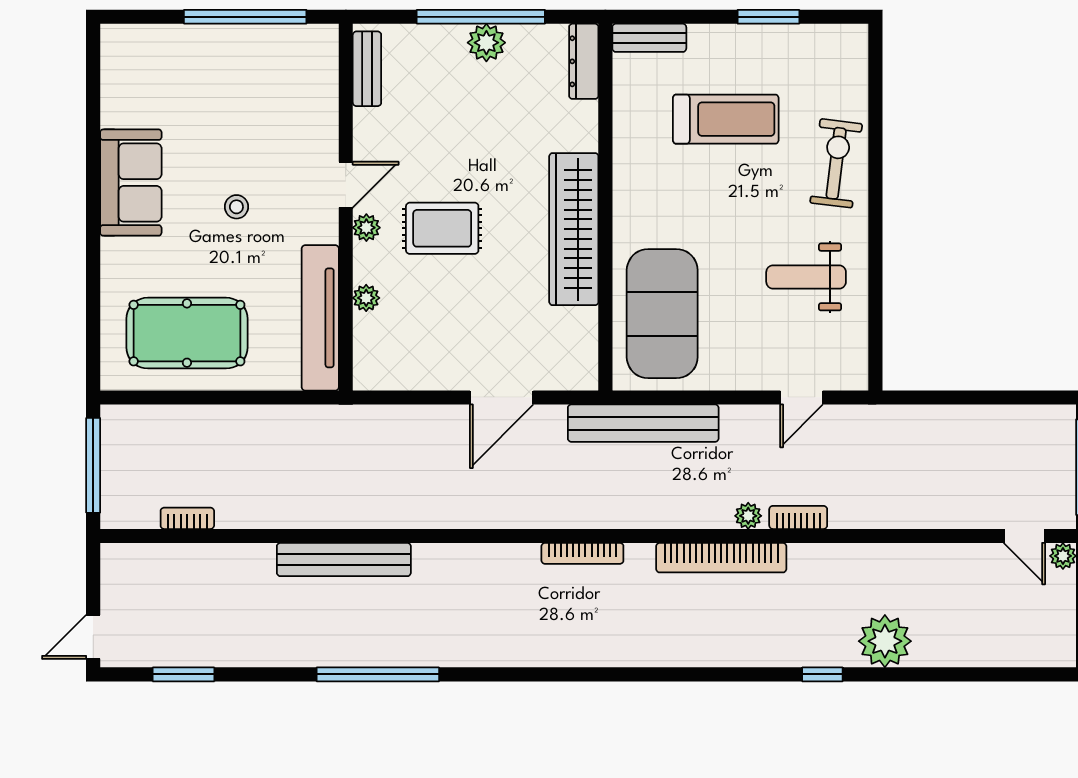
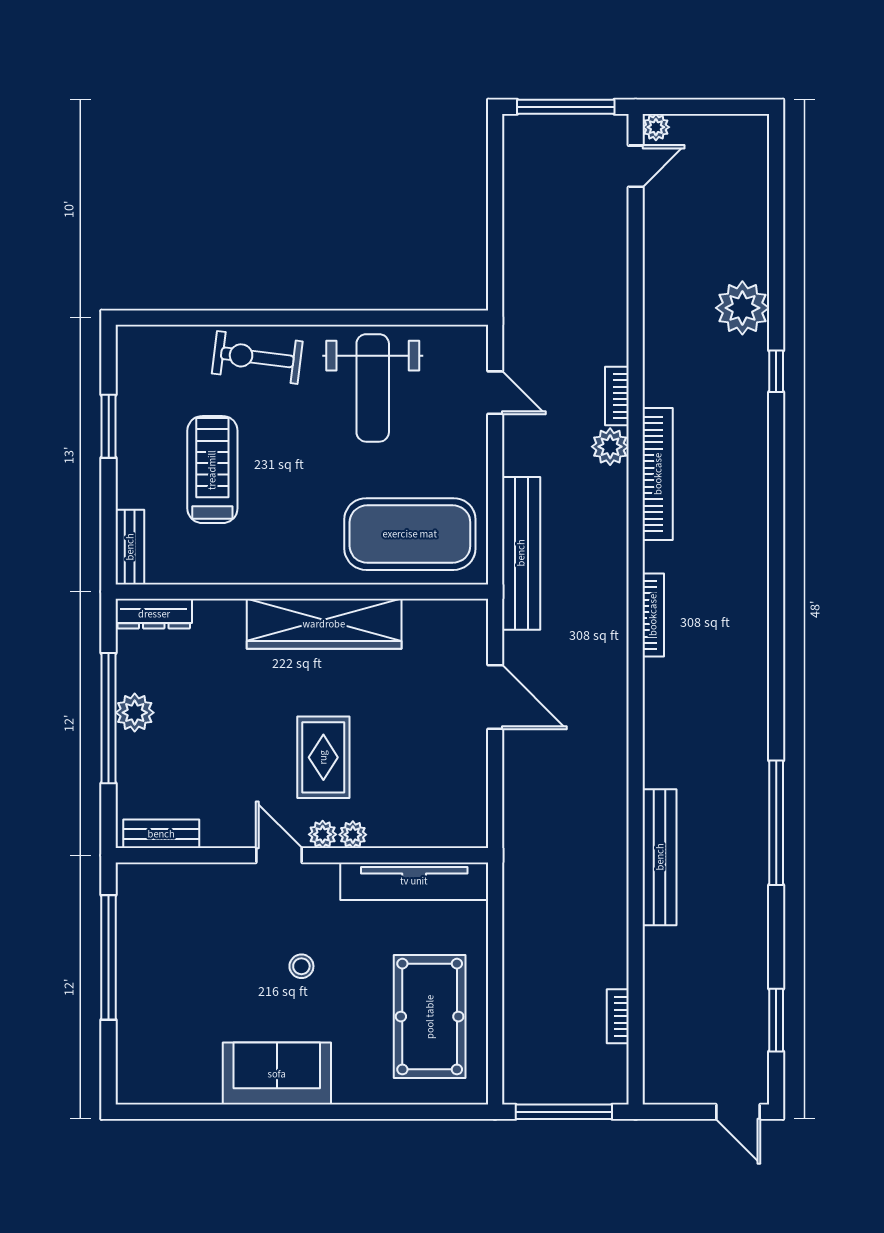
weight bench: (806, 277) -> (373, 388), width x1.36, depth x1.33
plant: (366, 298) -> (353, 835), moved
plant: (748, 516) -> (610, 447), width x1.38, depth x1.38

